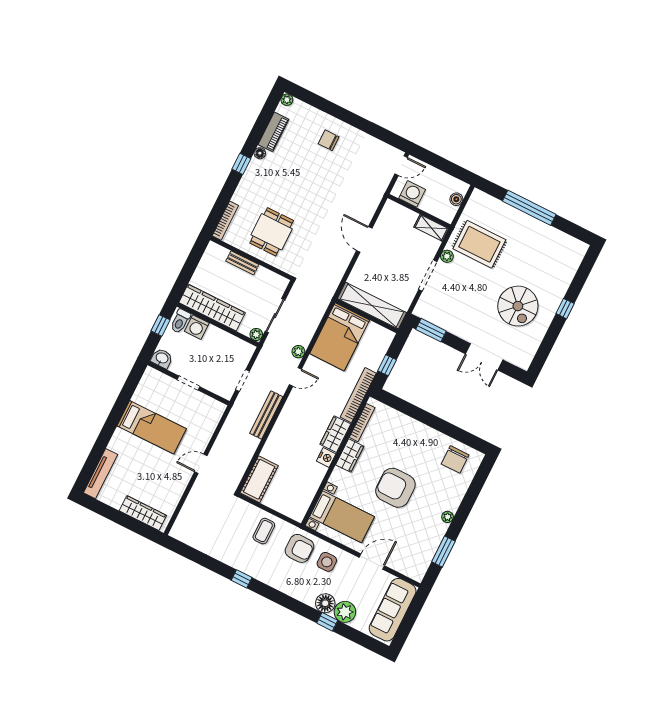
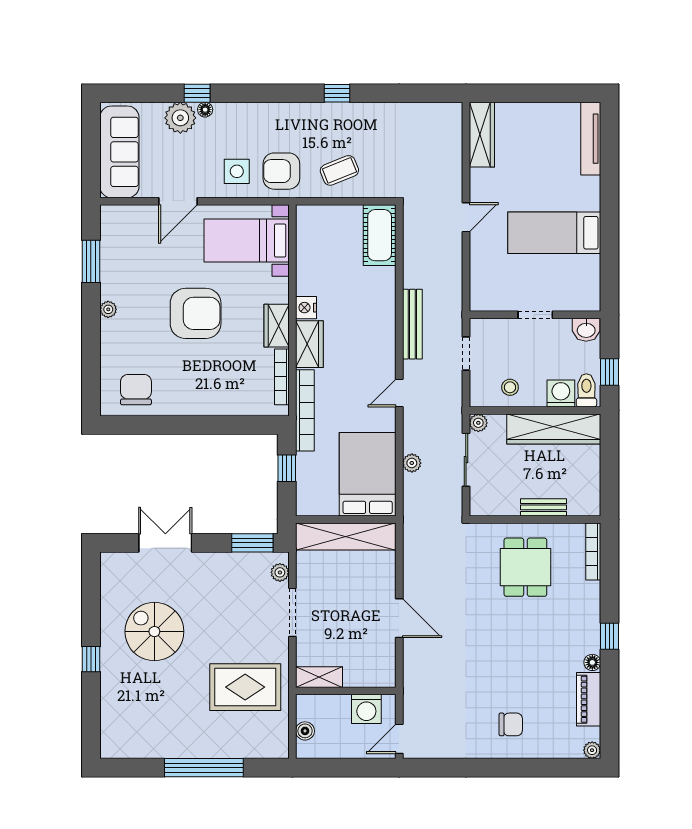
plant: (447, 256) -> (280, 572), moved
stool: (226, 346) -> (510, 387), added
plant: (298, 352) -> (412, 463), moved
wardrobe: (143, 513) -> (482, 135), moved, turned -90
coffee table: (264, 531) -> (339, 170), turned 68
floor lamp: (325, 603) -> (205, 110), width x0.53, depth x0.53

